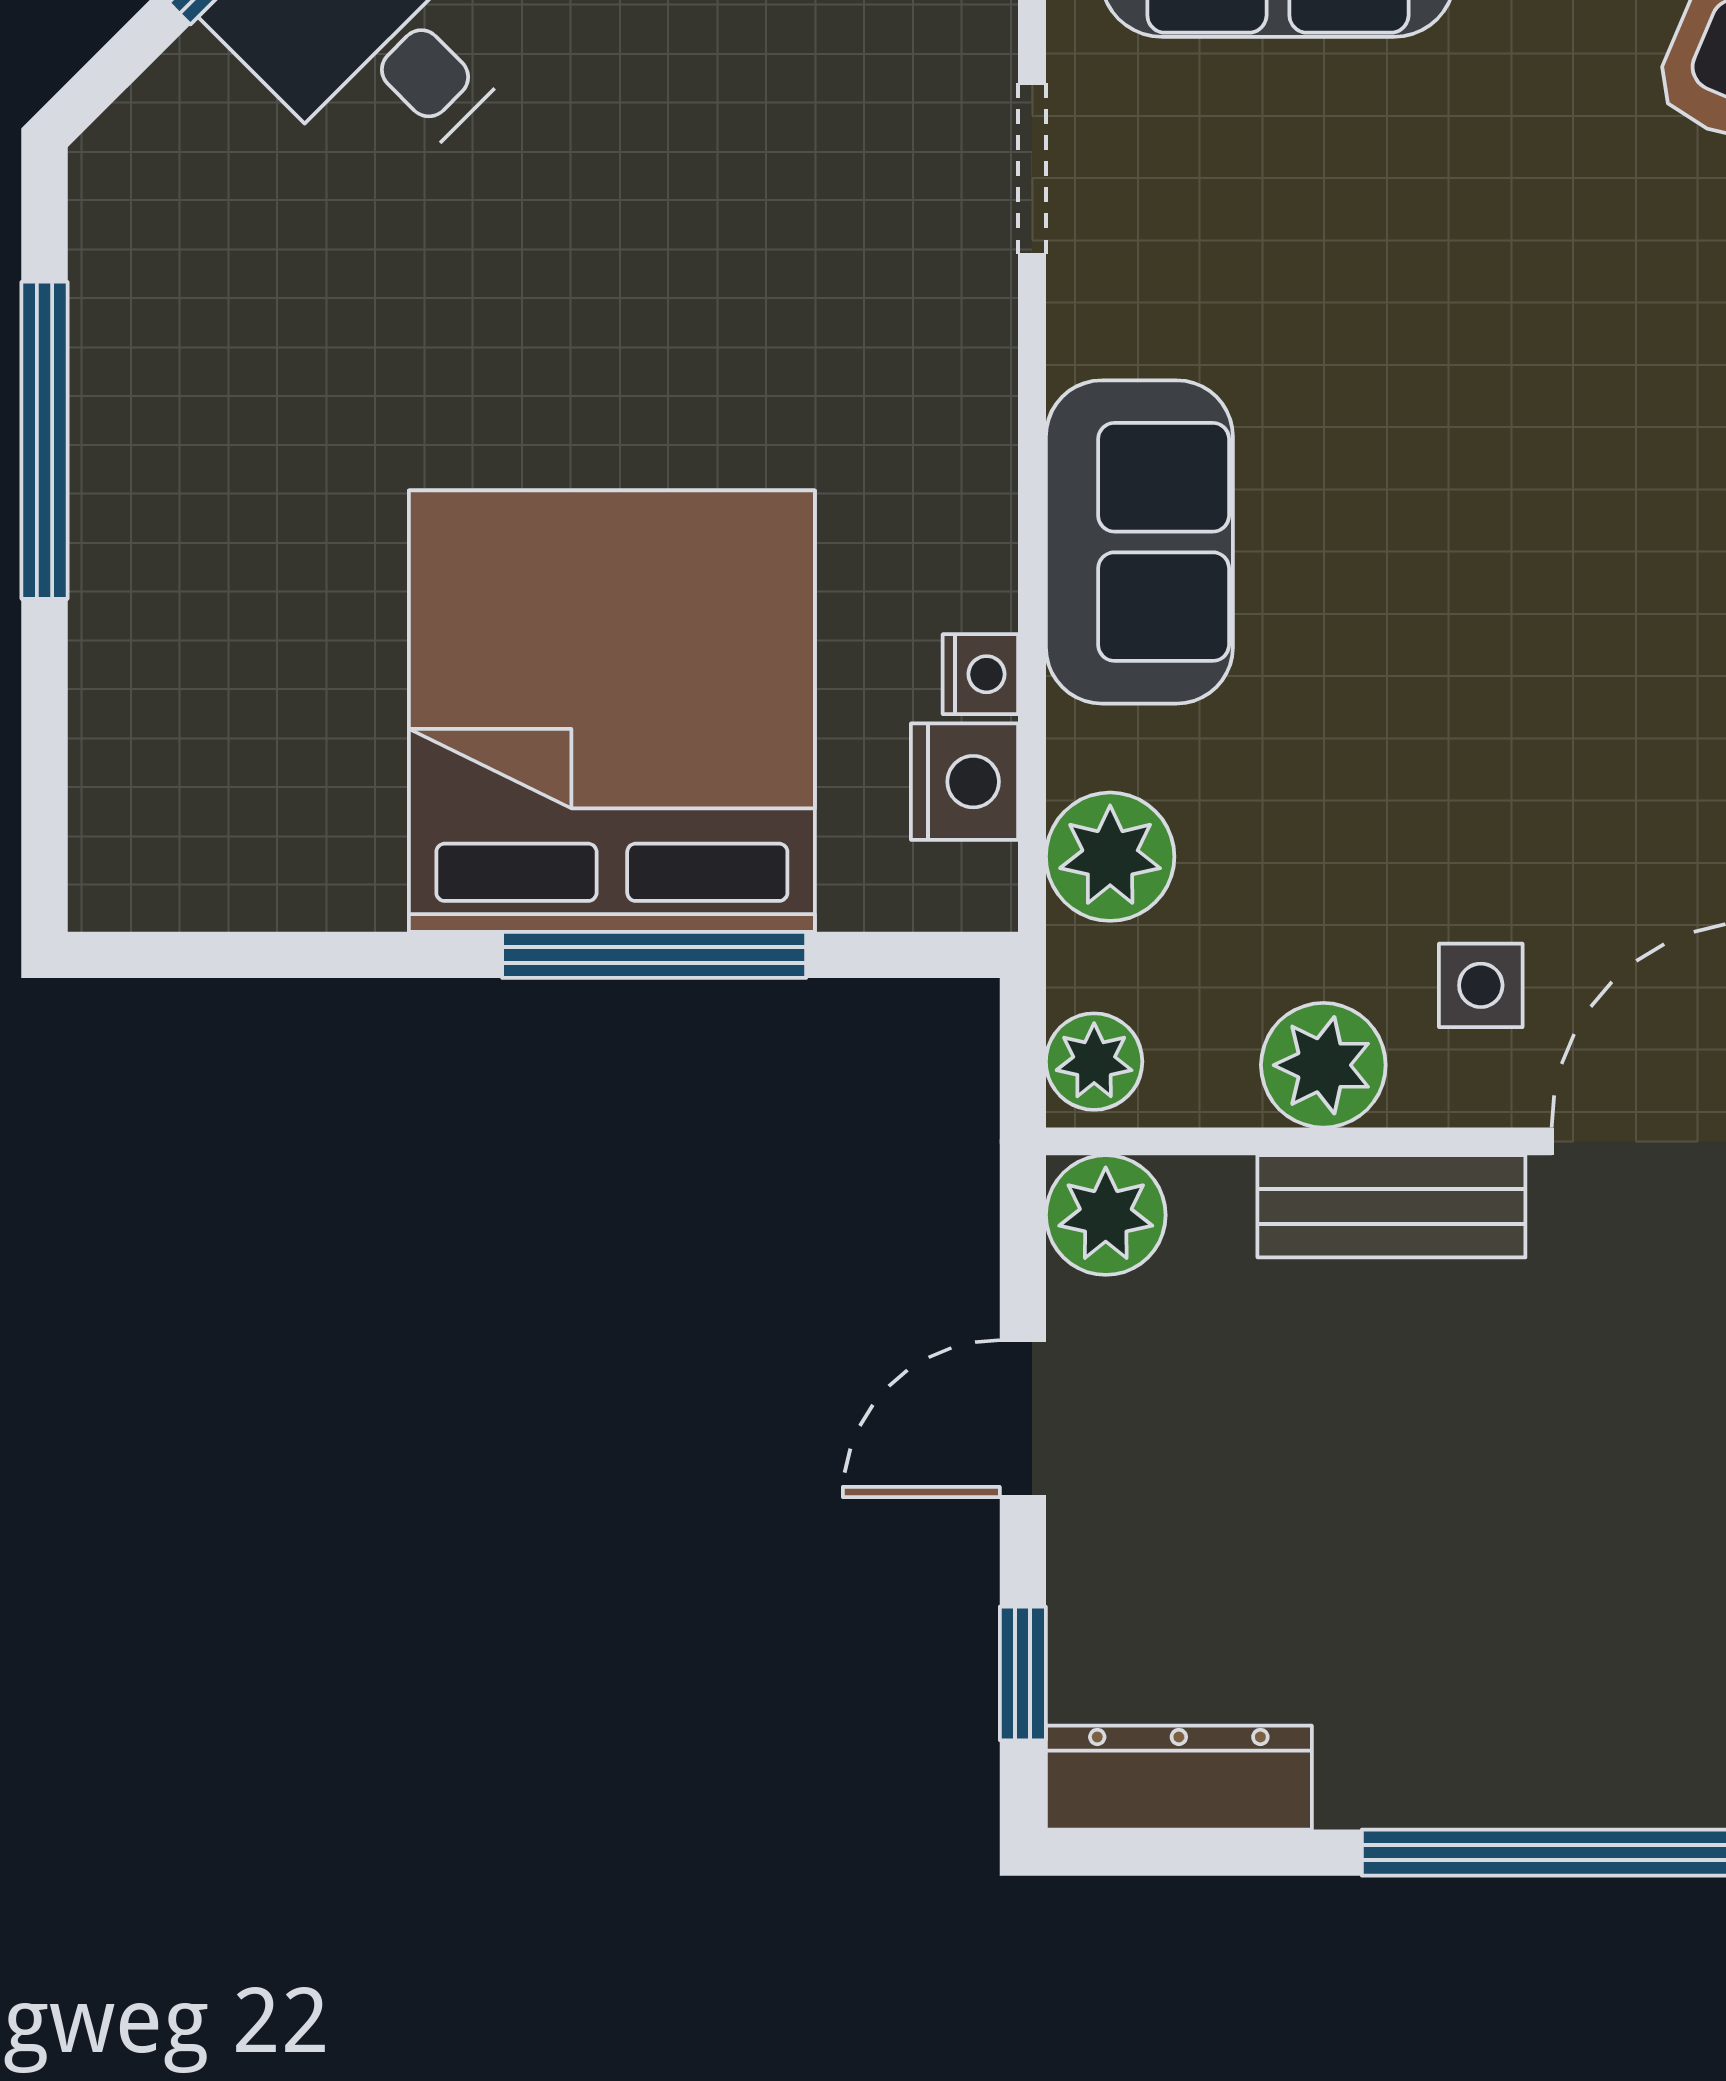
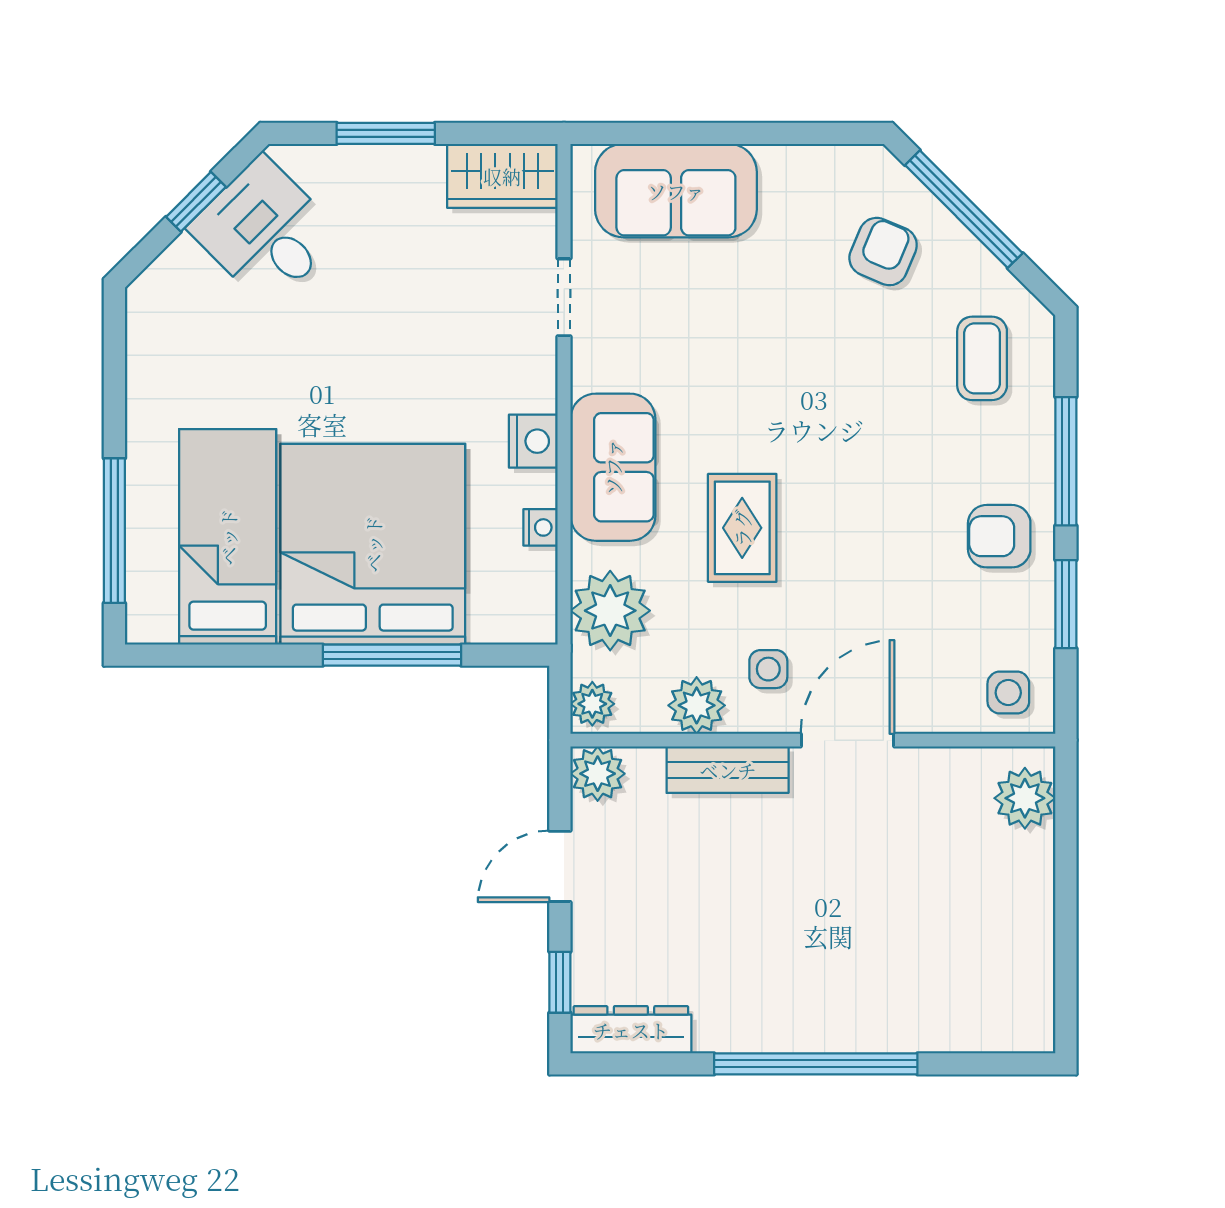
window: (44, 440) -> (114, 531), moved
rug: (1423, 675) -> (742, 528), added
bed: (293, 695) -> (228, 537), added
nightstand: (965, 782) -> (533, 441), moved
plant: (1110, 857) -> (610, 611), width x1.36, depth x1.36

